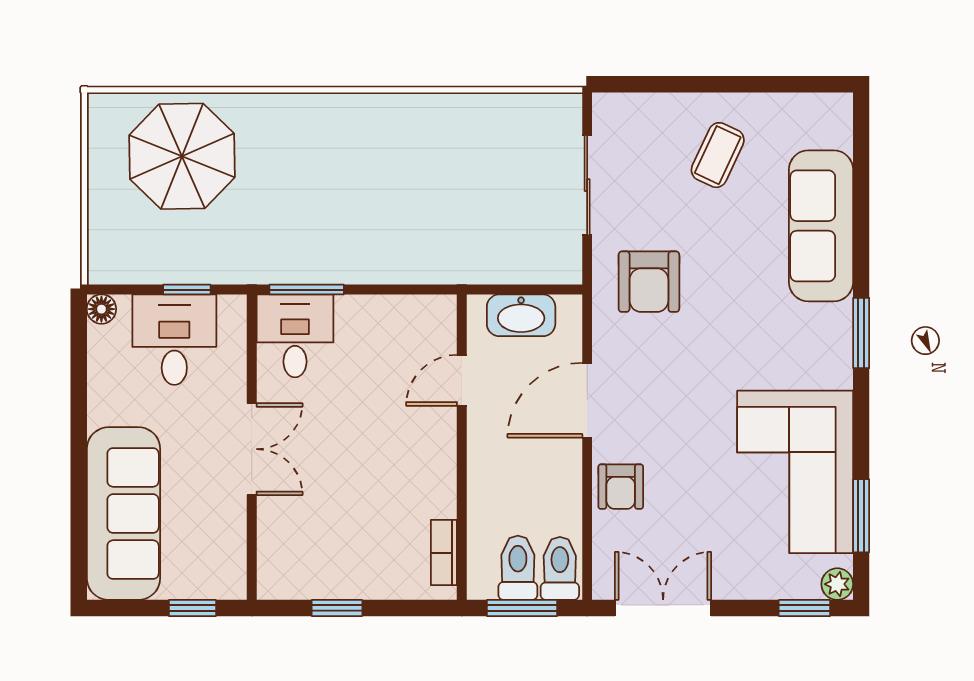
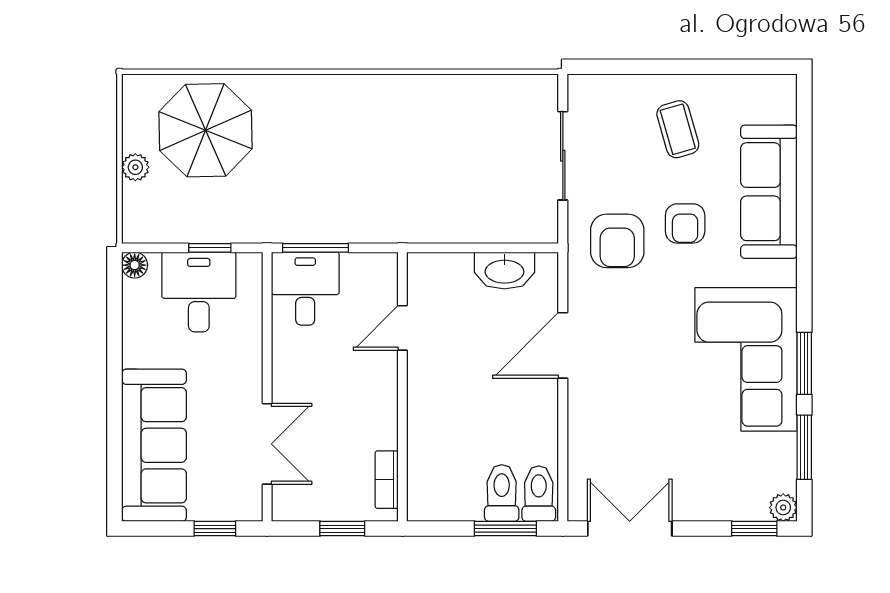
coffee table: (718, 155) -> (678, 129), turned -41
plant: (102, 198) -> (135, 167), added
window: (861, 333) -> (804, 363), moved
door: (462, 380) -> (402, 328), moved
wall: (462, 447) -> (402, 387), moved
double door: (252, 449) -> (267, 444), moved
corner sofa: (795, 472) -> (746, 359), moved
armchair: (621, 487) -> (685, 223), moved
bookcase: (444, 553) -> (387, 480), moved

